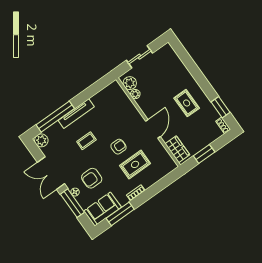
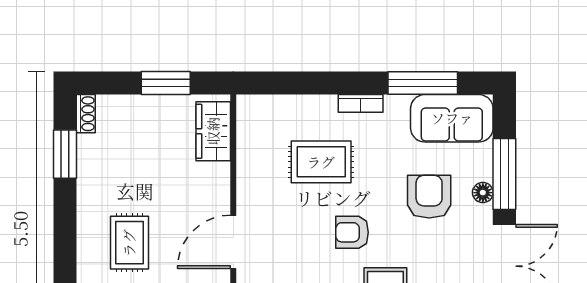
rug: (187, 103) -> (129, 243), moved
door: (153, 129) -> (233, 242), moved
armchair: (118, 147) -> (352, 232), moved
armchair: (92, 178) -> (429, 197), turned -90

